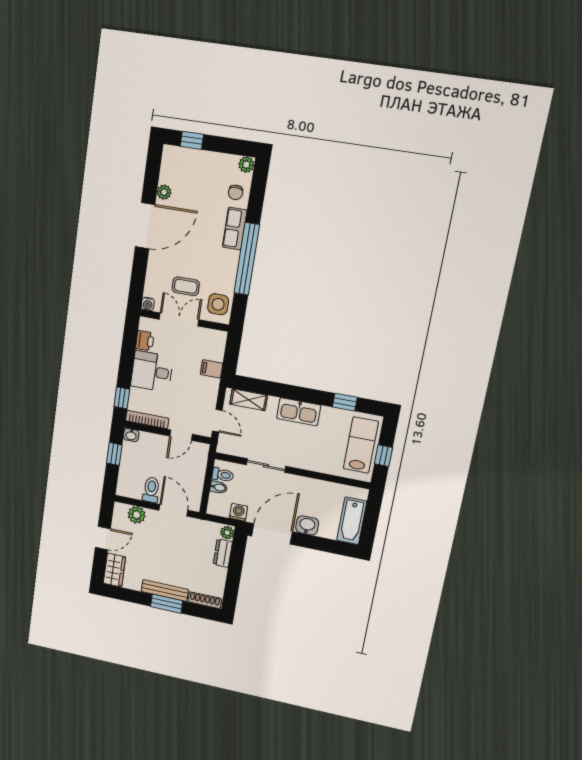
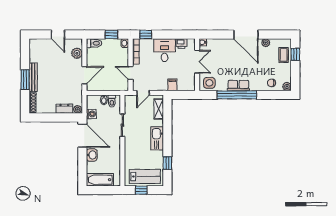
row of seats: (235, 229) -> (238, 86), moved
coffee table: (186, 286) -> (284, 55), moved
toilet: (151, 490) -> (94, 43), moved
wardrobe: (114, 570) -> (39, 44), removed

